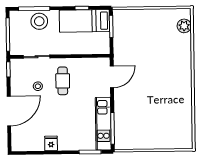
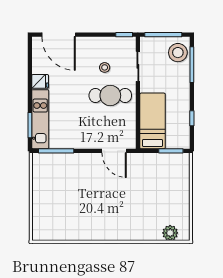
stool: (39, 21) -> (178, 53), moved
bed: (84, 21) -> (153, 121), moved
cafe table: (63, 81) -> (110, 96), width x1.37, depth x1.35
door: (9, 111) -> (59, 35), moved
kitchen unit: (103, 124) -> (40, 119), moved, turned 90

